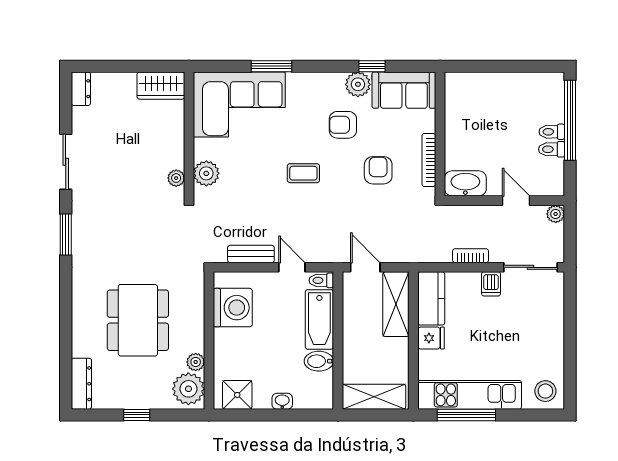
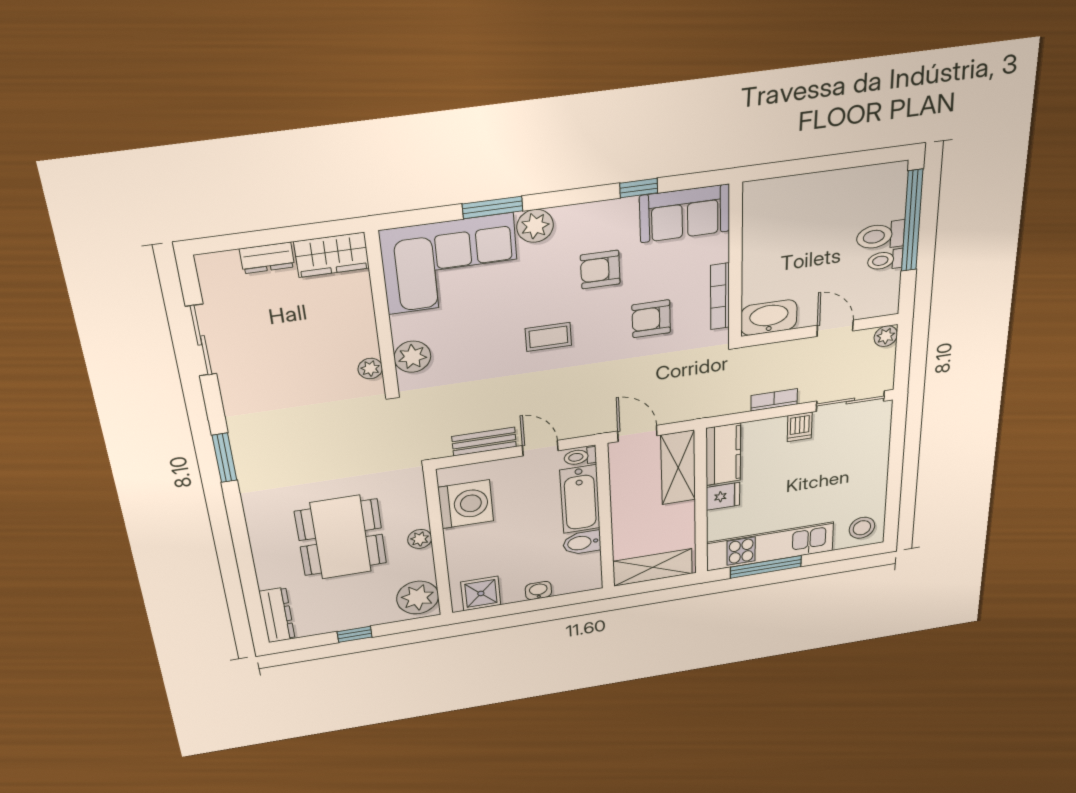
plant: (358, 84) -> (535, 226), moved
dresser: (81, 89) -> (267, 258), moved, turned 90
toilet: (552, 132) -> (880, 236), width x1.37, depth x1.39
sliding door: (66, 162) -> (201, 340), moved
armchair: (378, 170) -> (651, 319), turned -90
plant: (196, 362) -> (420, 539), moved

